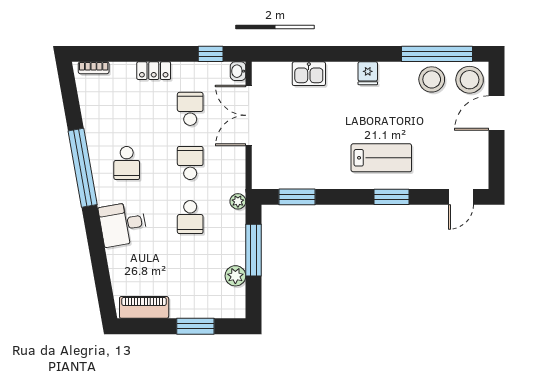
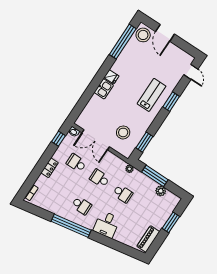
kitchen sink: (309, 74) -> (104, 89), moved
stool: (432, 79) -> (123, 132), moved

